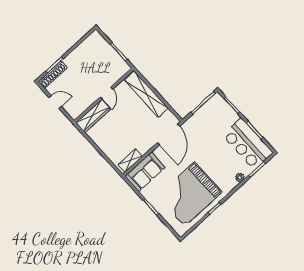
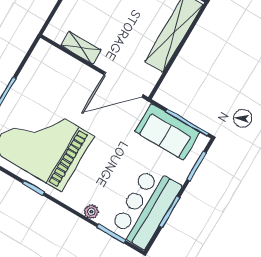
shelving: (130, 161) -> (81, 48), moved
sofa: (145, 172) -> (167, 132), moved

